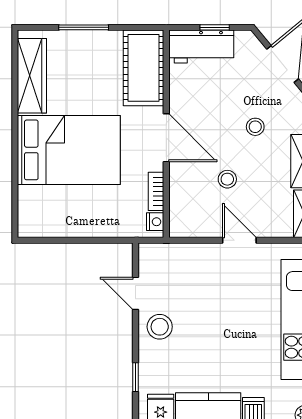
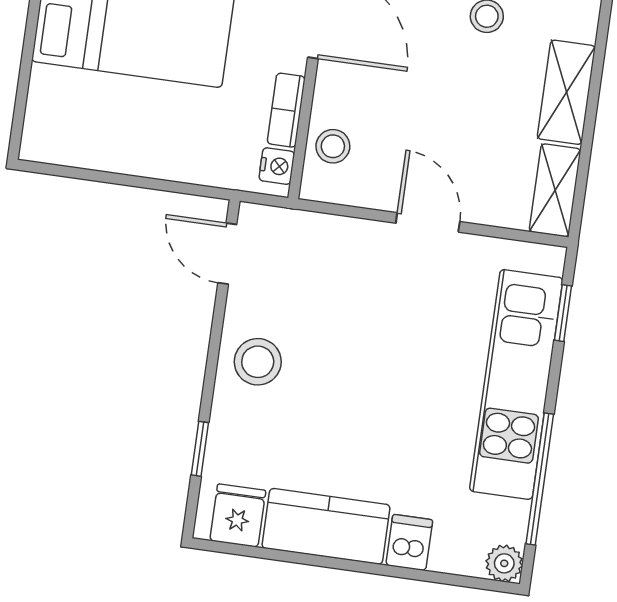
stool: (227, 179) -> (333, 146), moved
door: (135, 293) -> (227, 254), moved

